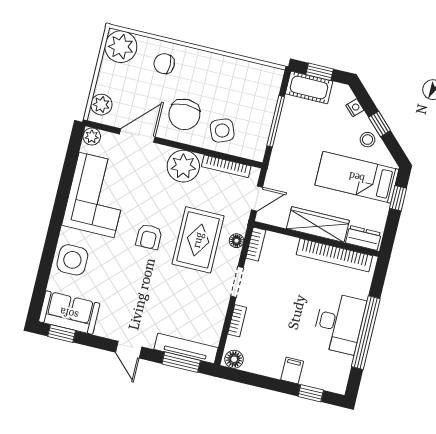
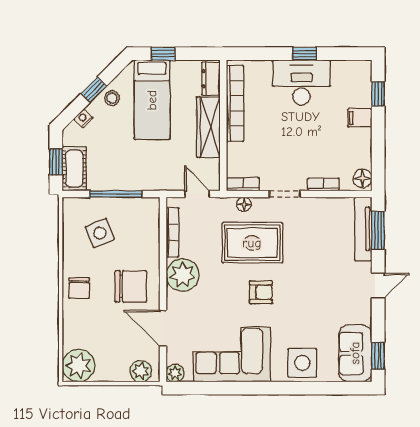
chair: (164, 64) -> (79, 288), moved
side table: (222, 131) -> (100, 233), moved
window: (366, 333) -> (305, 54), width x0.32

